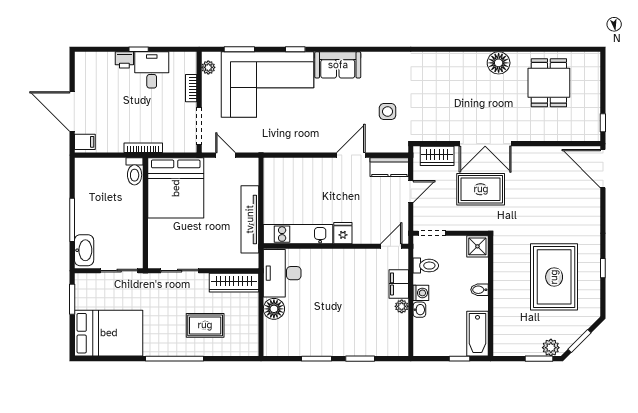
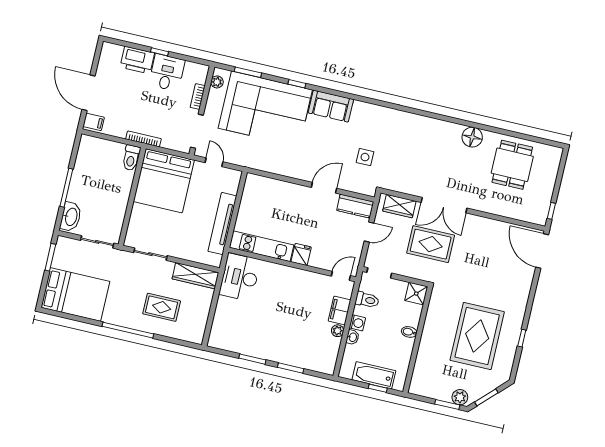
printer: (124, 60) -> (137, 60), width x1.87, depth x1.48
floor lamp: (274, 309) -> (225, 307), removed
bathtub: (477, 334) -> (374, 375), moved, turned 90

